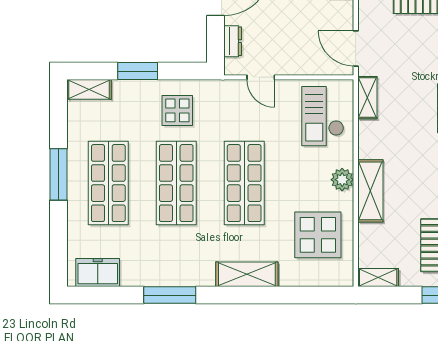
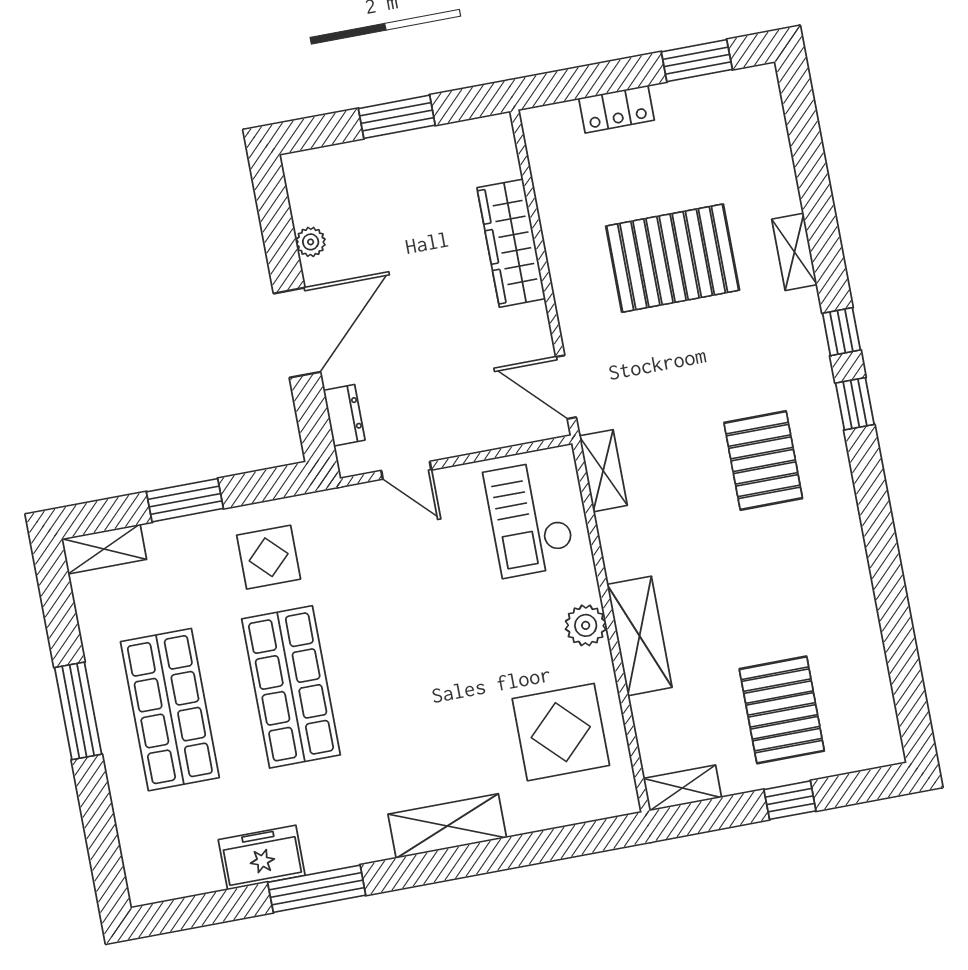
shop shelf: (244, 183) -> (412, 664), removed
freezer: (98, 273) -> (262, 858), moved

